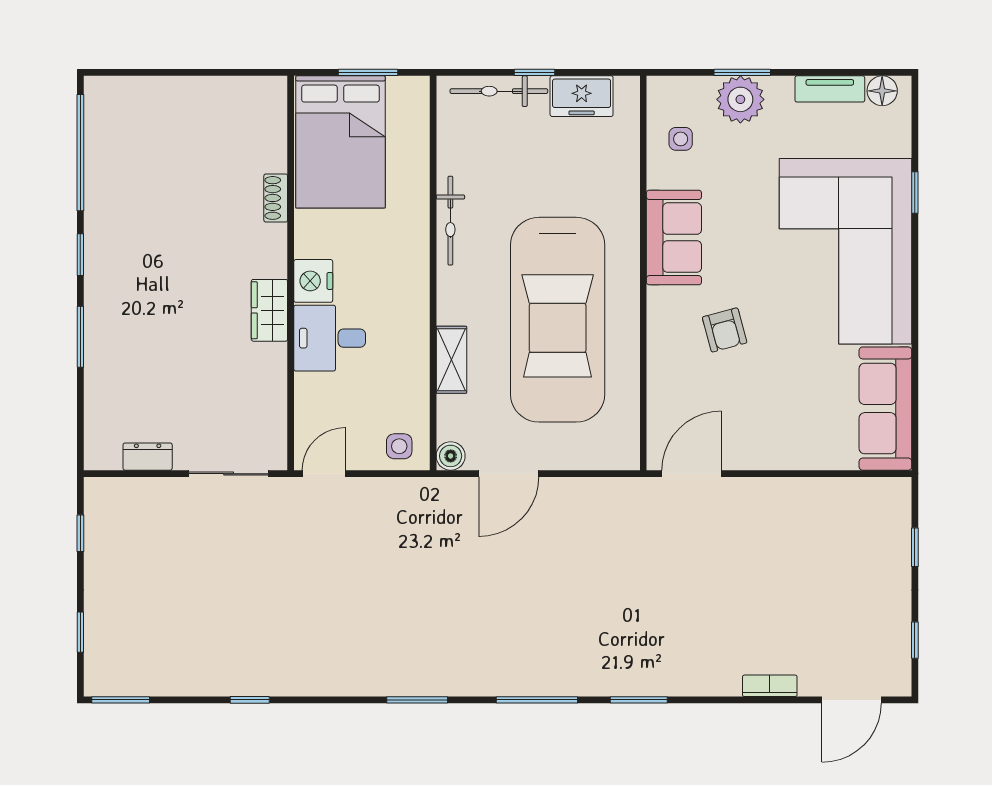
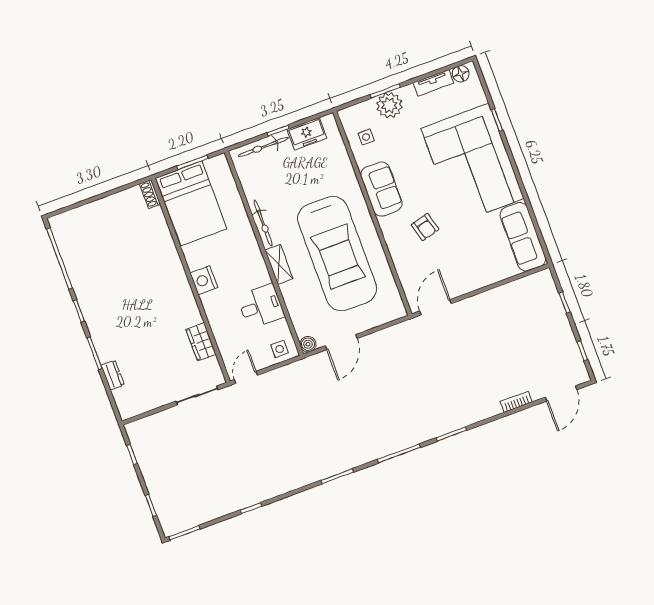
shoe rack: (276, 198) -> (150, 194), moved
wardrobe: (269, 310) -> (201, 342), moved
desk: (330, 338) -> (261, 306), moved, turned 180
shelving: (451, 360) -> (279, 264), moved
dresser: (148, 457) -> (113, 375), moved, turned 90

